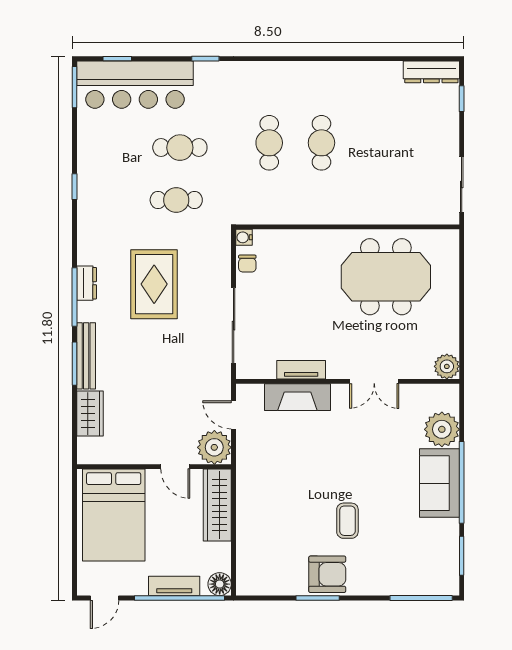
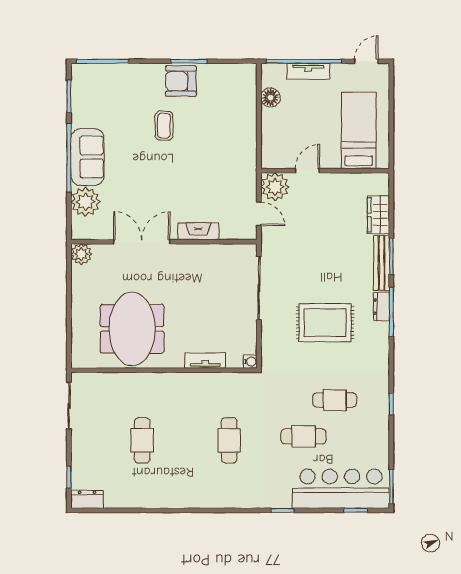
dresser: (431, 72) -> (87, 499), width x0.70
cafe table: (321, 143) -> (142, 440), moved
cafe table: (176, 200) -> (335, 400), moved
chair: (247, 264) -> (247, 340), removed
meeting table: (386, 277) -> (132, 329), turned 90
dresser: (87, 283) -> (381, 307), moved
rug: (154, 284) -> (325, 323), turned 90
tv unit: (301, 370) -> (205, 361), moved, turned 180
double door: (374, 381) -> (142, 242), width x1.37
fireplace: (297, 397) -> (198, 231), width x0.73, depth x0.76
door: (175, 467) -> (307, 171), hinge flipped
wardrobe: (217, 505) -> (272, 139), removed
bed: (114, 515) -> (359, 130), width x0.67
floor lamp: (220, 584) -> (270, 97), moved

